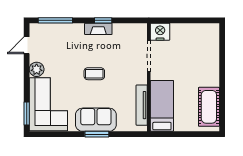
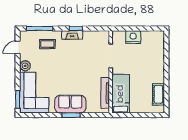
nightstand: (160, 32) -> (133, 37), moved
coffee table: (94, 74) -> (47, 44), moved
cot: (209, 107) -> (158, 94), width x0.73, depth x0.75

